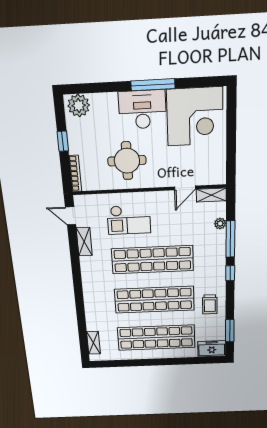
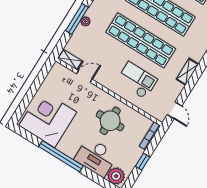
window: (153, 85) -> (61, 156), width x1.46
desk: (142, 110) -> (96, 157), moved
plant: (220, 224) -> (85, 21), moved
shelving: (84, 242) -> (187, 72), moved

